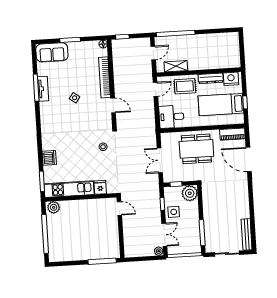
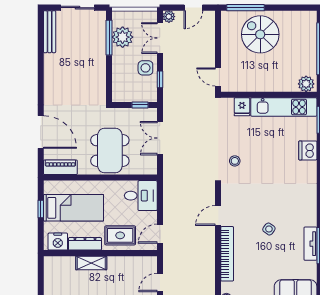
shelving: (176, 66) -> (91, 263), moved
door: (113, 105) -> (218, 216), hinge flipped
dining table: (196, 149) -> (110, 150), turned 90
double door: (160, 160) -> (160, 138), swing flipped
plant: (190, 193) -> (123, 37), moved
spiral stairs: (90, 242) -> (260, 34), added
door: (141, 259) -> (193, 8), added

